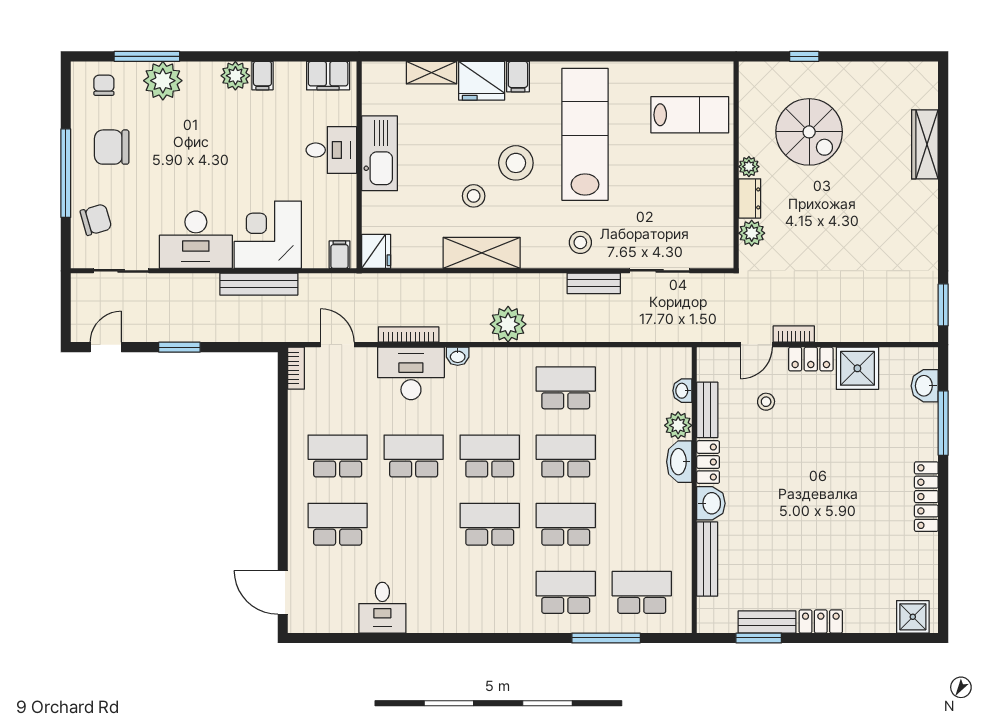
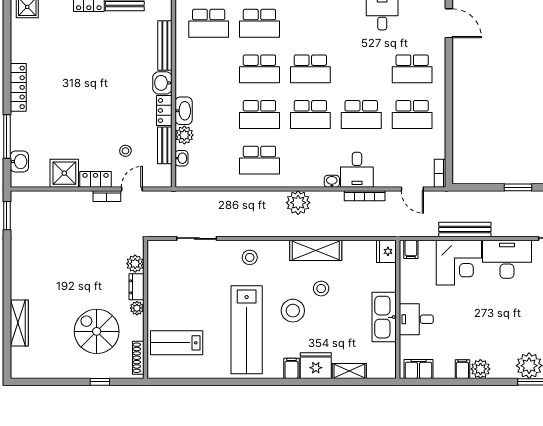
shoe rack: (747, 92) -> (138, 358), added
bench: (594, 283) -> (241, 230), removed
desk: (411, 373) -> (357, 170), width x0.73

